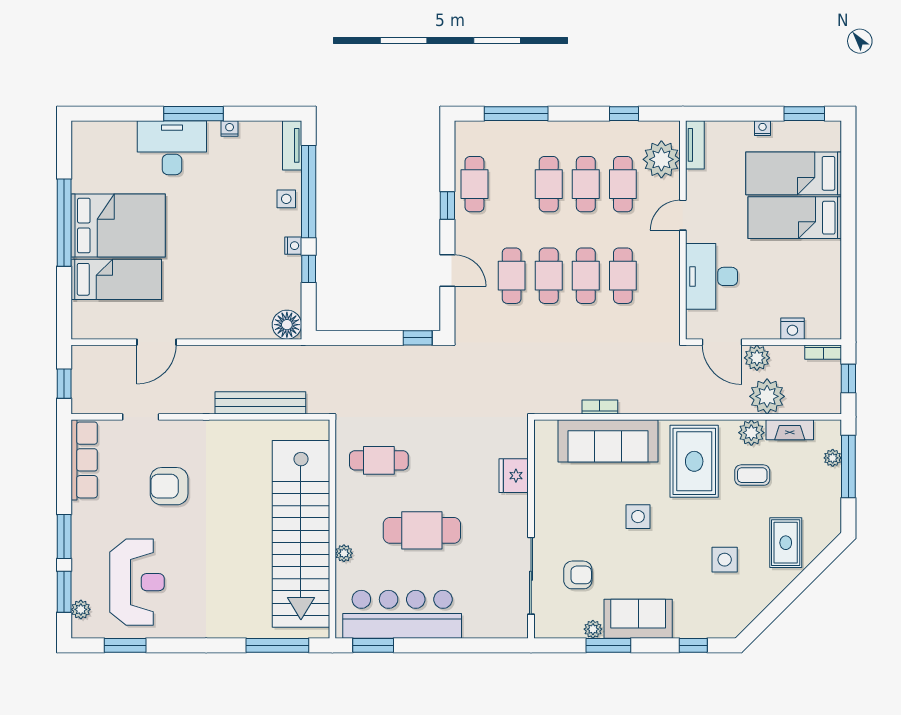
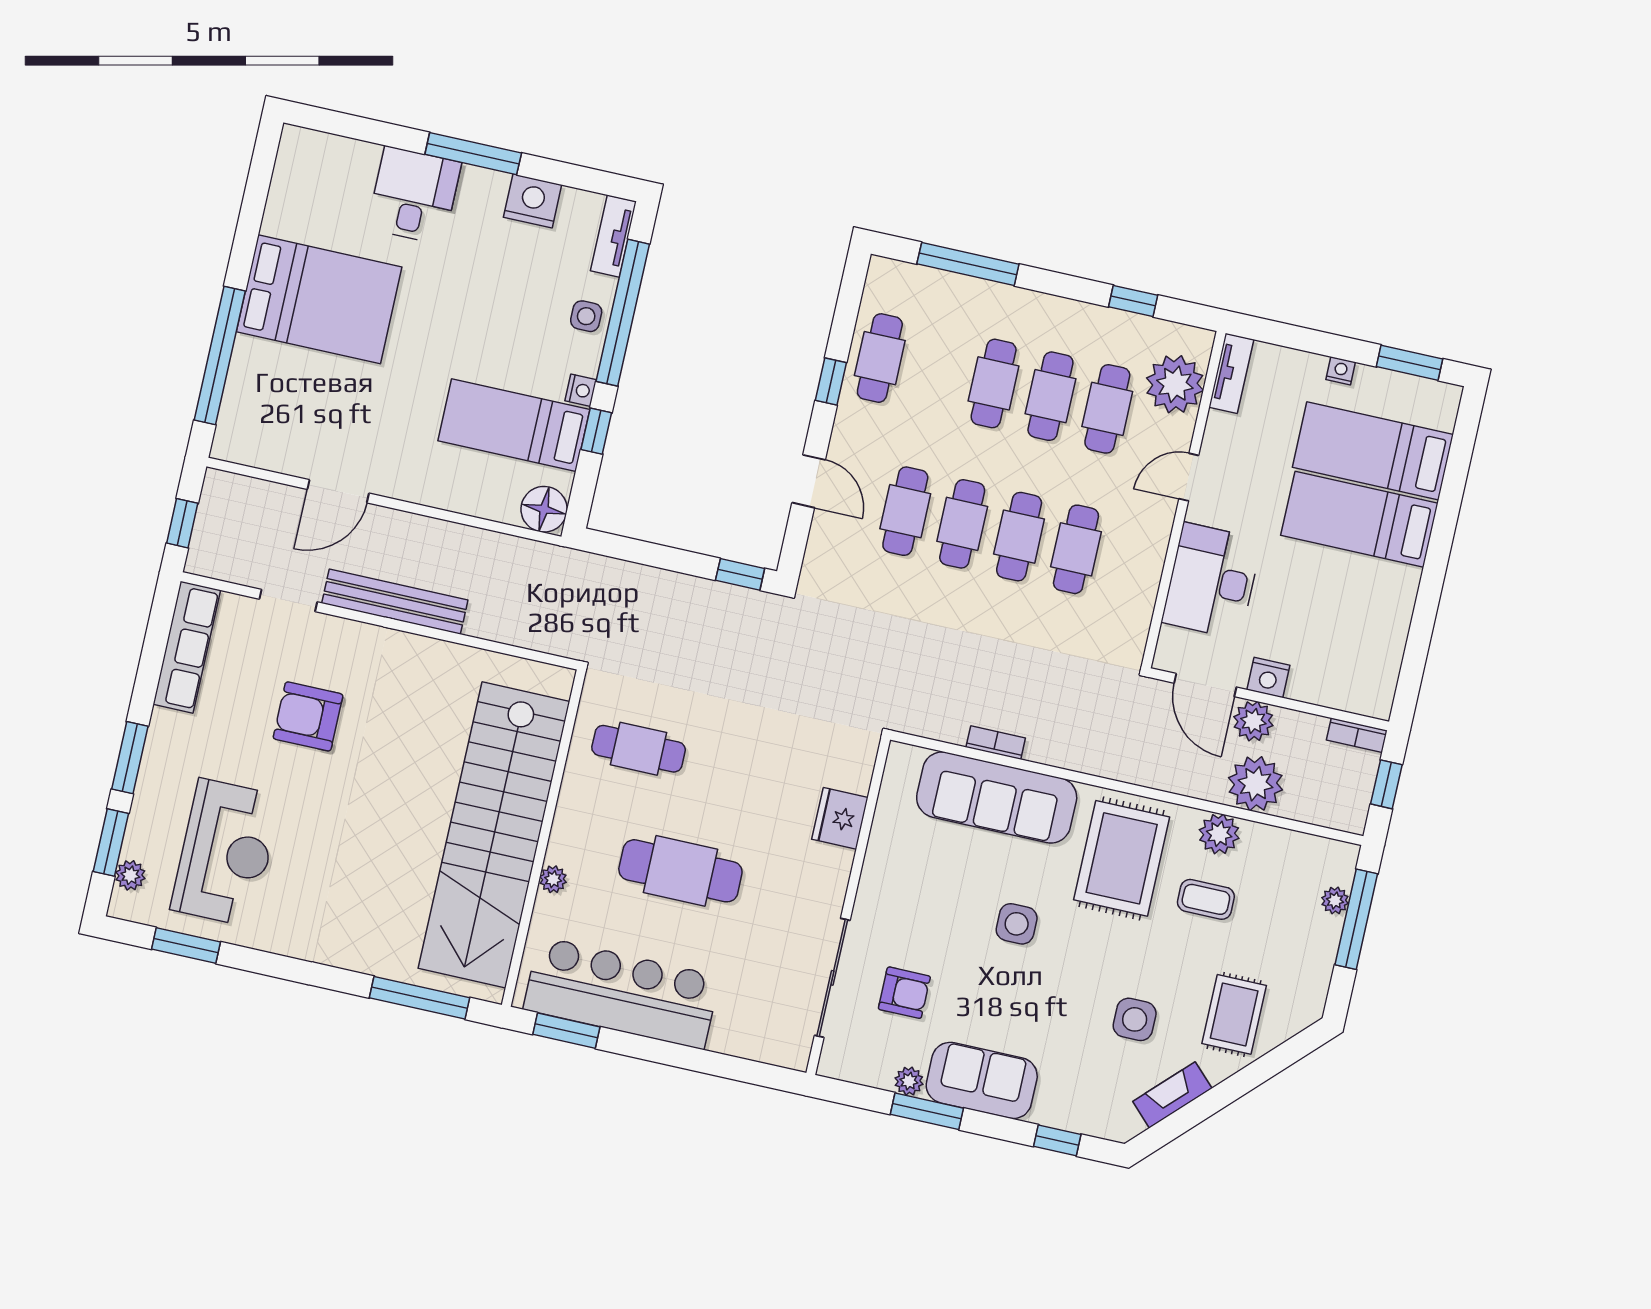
nightstand: (230, 128) -> (533, 201), width x1.89, depth x1.79
desk: (172, 148) -> (414, 195), width x0.73
window: (64, 223) -> (220, 356), moved
bed: (116, 279) -> (514, 425), moved, turned 180
nightstand: (792, 329) -> (1268, 677), moved
bench: (260, 403) -> (395, 602), moved
fireplace: (790, 430) -> (1172, 1095), moved, turned 135

